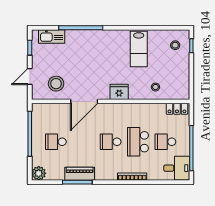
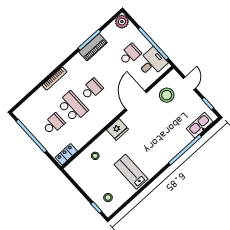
desk: (177, 168) -> (152, 63), moved, turned 180

